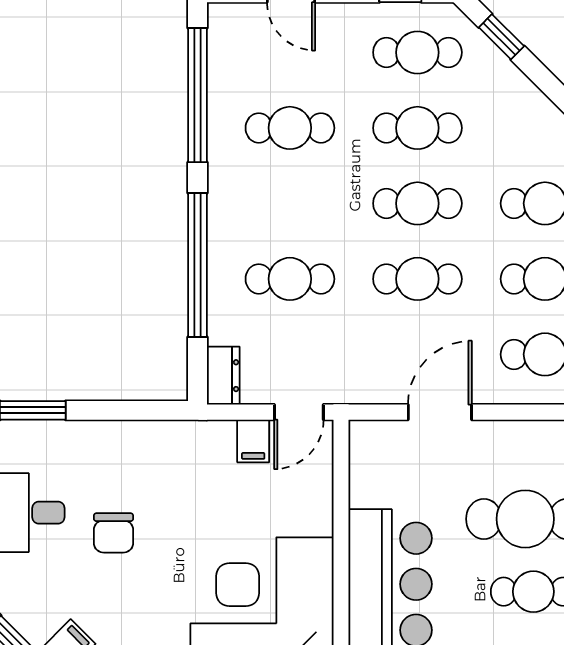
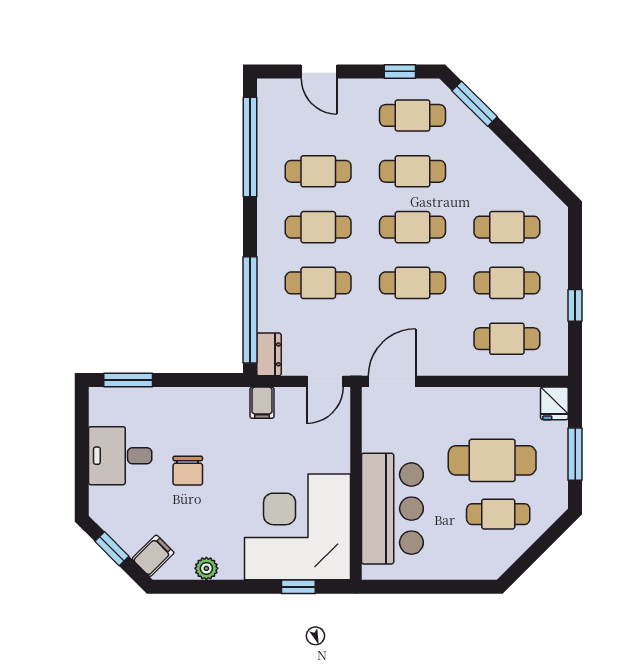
window: (501, 37) -> (475, 104), width x1.50
cafe table: (290, 203) -> (318, 227), added
window: (198, 265) -> (250, 310), moved
door: (440, 412) -> (392, 381), moved
filing cabinet: (253, 441) -> (262, 403), moved

